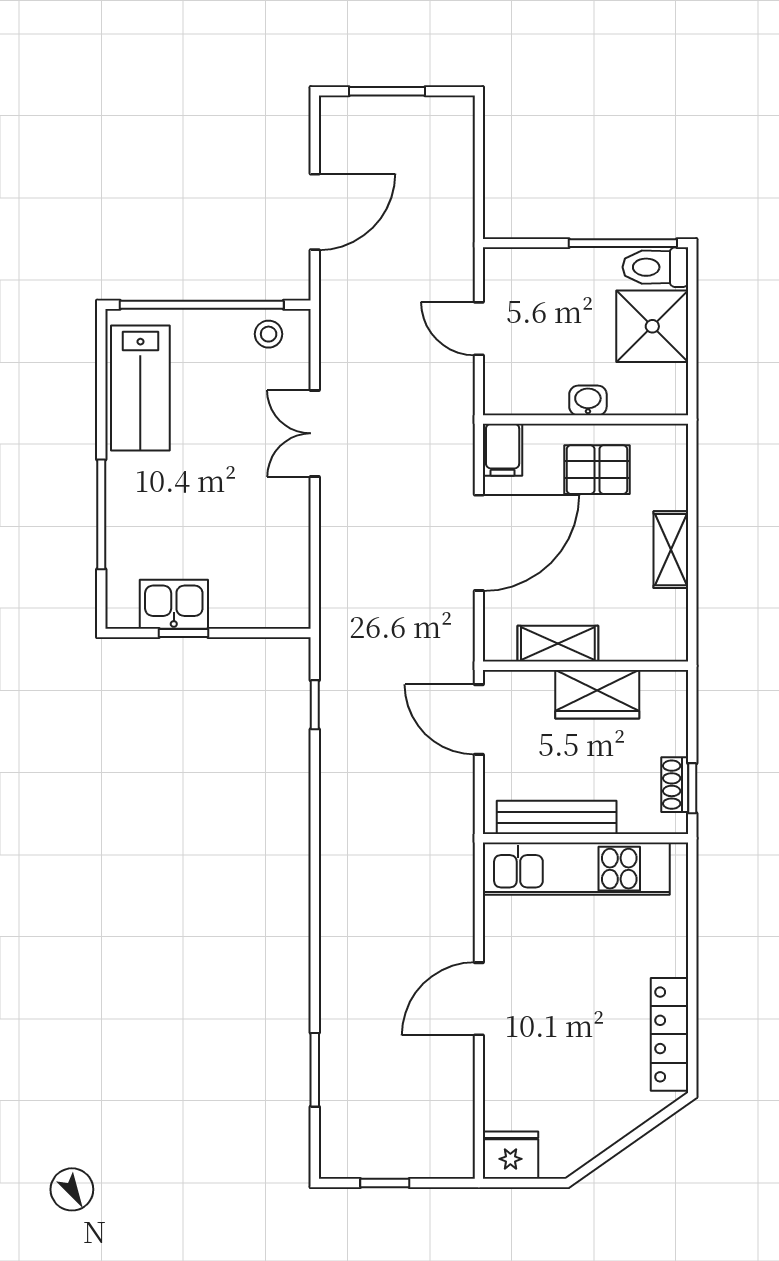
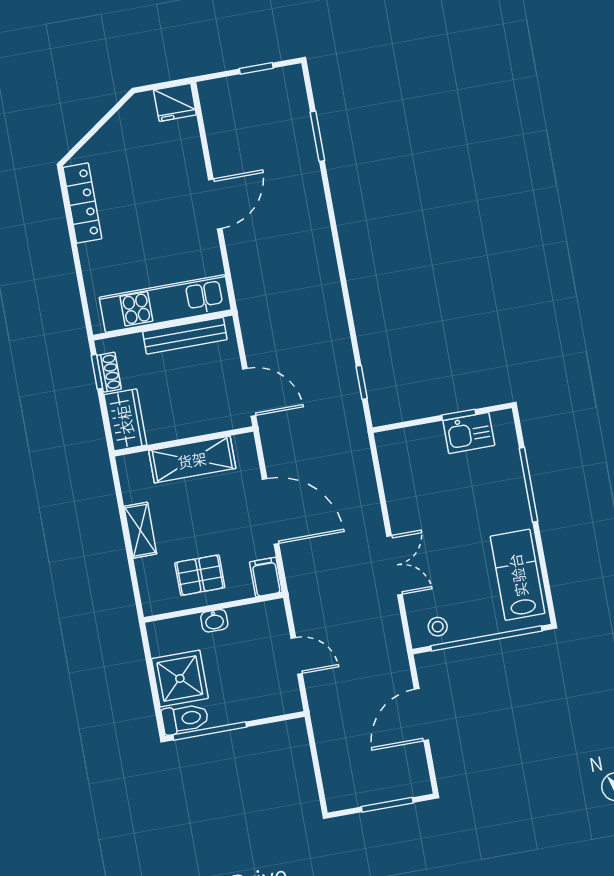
door: (479, 543) -> (271, 511), swing flipped
shelving: (558, 644) -> (192, 460), width x1.50, depth x1.33
wardrobe: (597, 694) -> (125, 420), moved, turned 90

